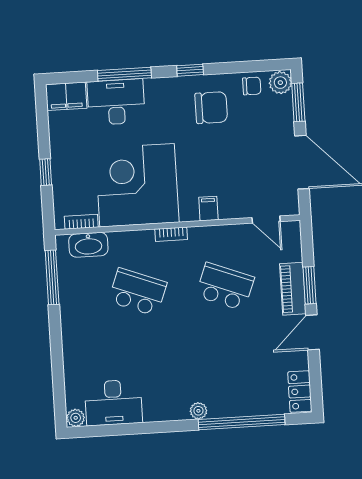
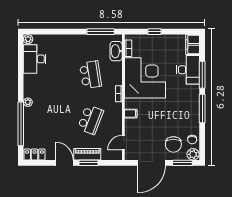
window: (190, 70) -> (202, 109), width x2.17
chair: (211, 108) -> (173, 144), moved
school desk: (138, 292) -> (90, 75), turned -30

